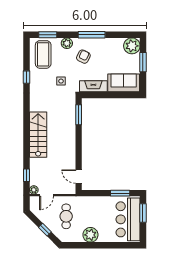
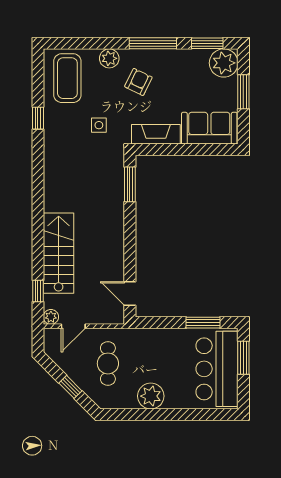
window: (48, 35) -> (207, 43), moved
stairs: (38, 135) -> (59, 253), moved

